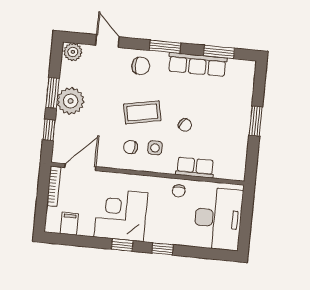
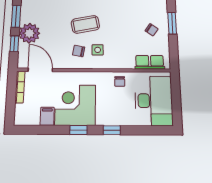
plant: (71, 101) -> (29, 33), moved
chair: (185, 125) -> (152, 30), moved
door: (80, 167) -> (40, 70), hinge flipped
row of seats: (195, 168) -> (150, 62), moved
filing cabinet: (69, 224) -> (47, 116), moved

